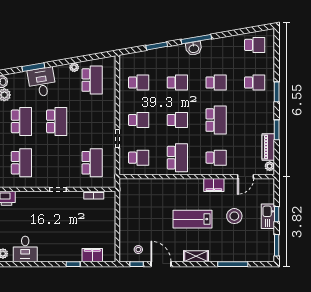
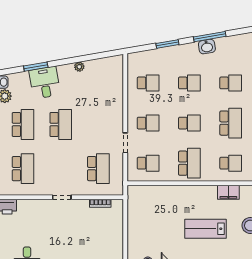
school desk: (92, 80) -> (98, 80), removed

